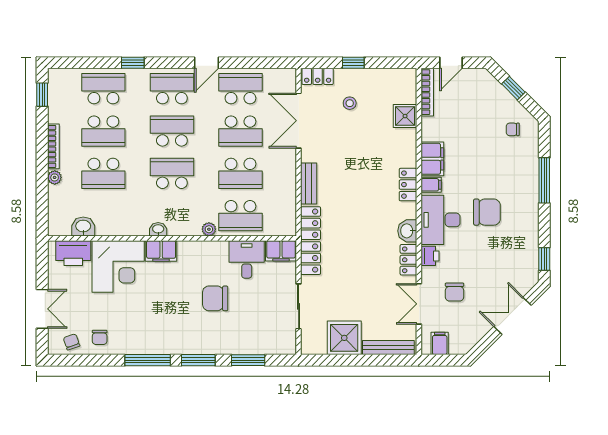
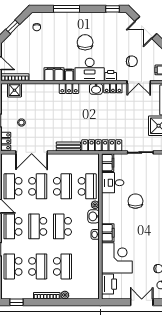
shower: (405, 116) -> (14, 90), moved
washbasin: (83, 227) -> (94, 216), moved
chair: (215, 298) -> (135, 201), turned 180

